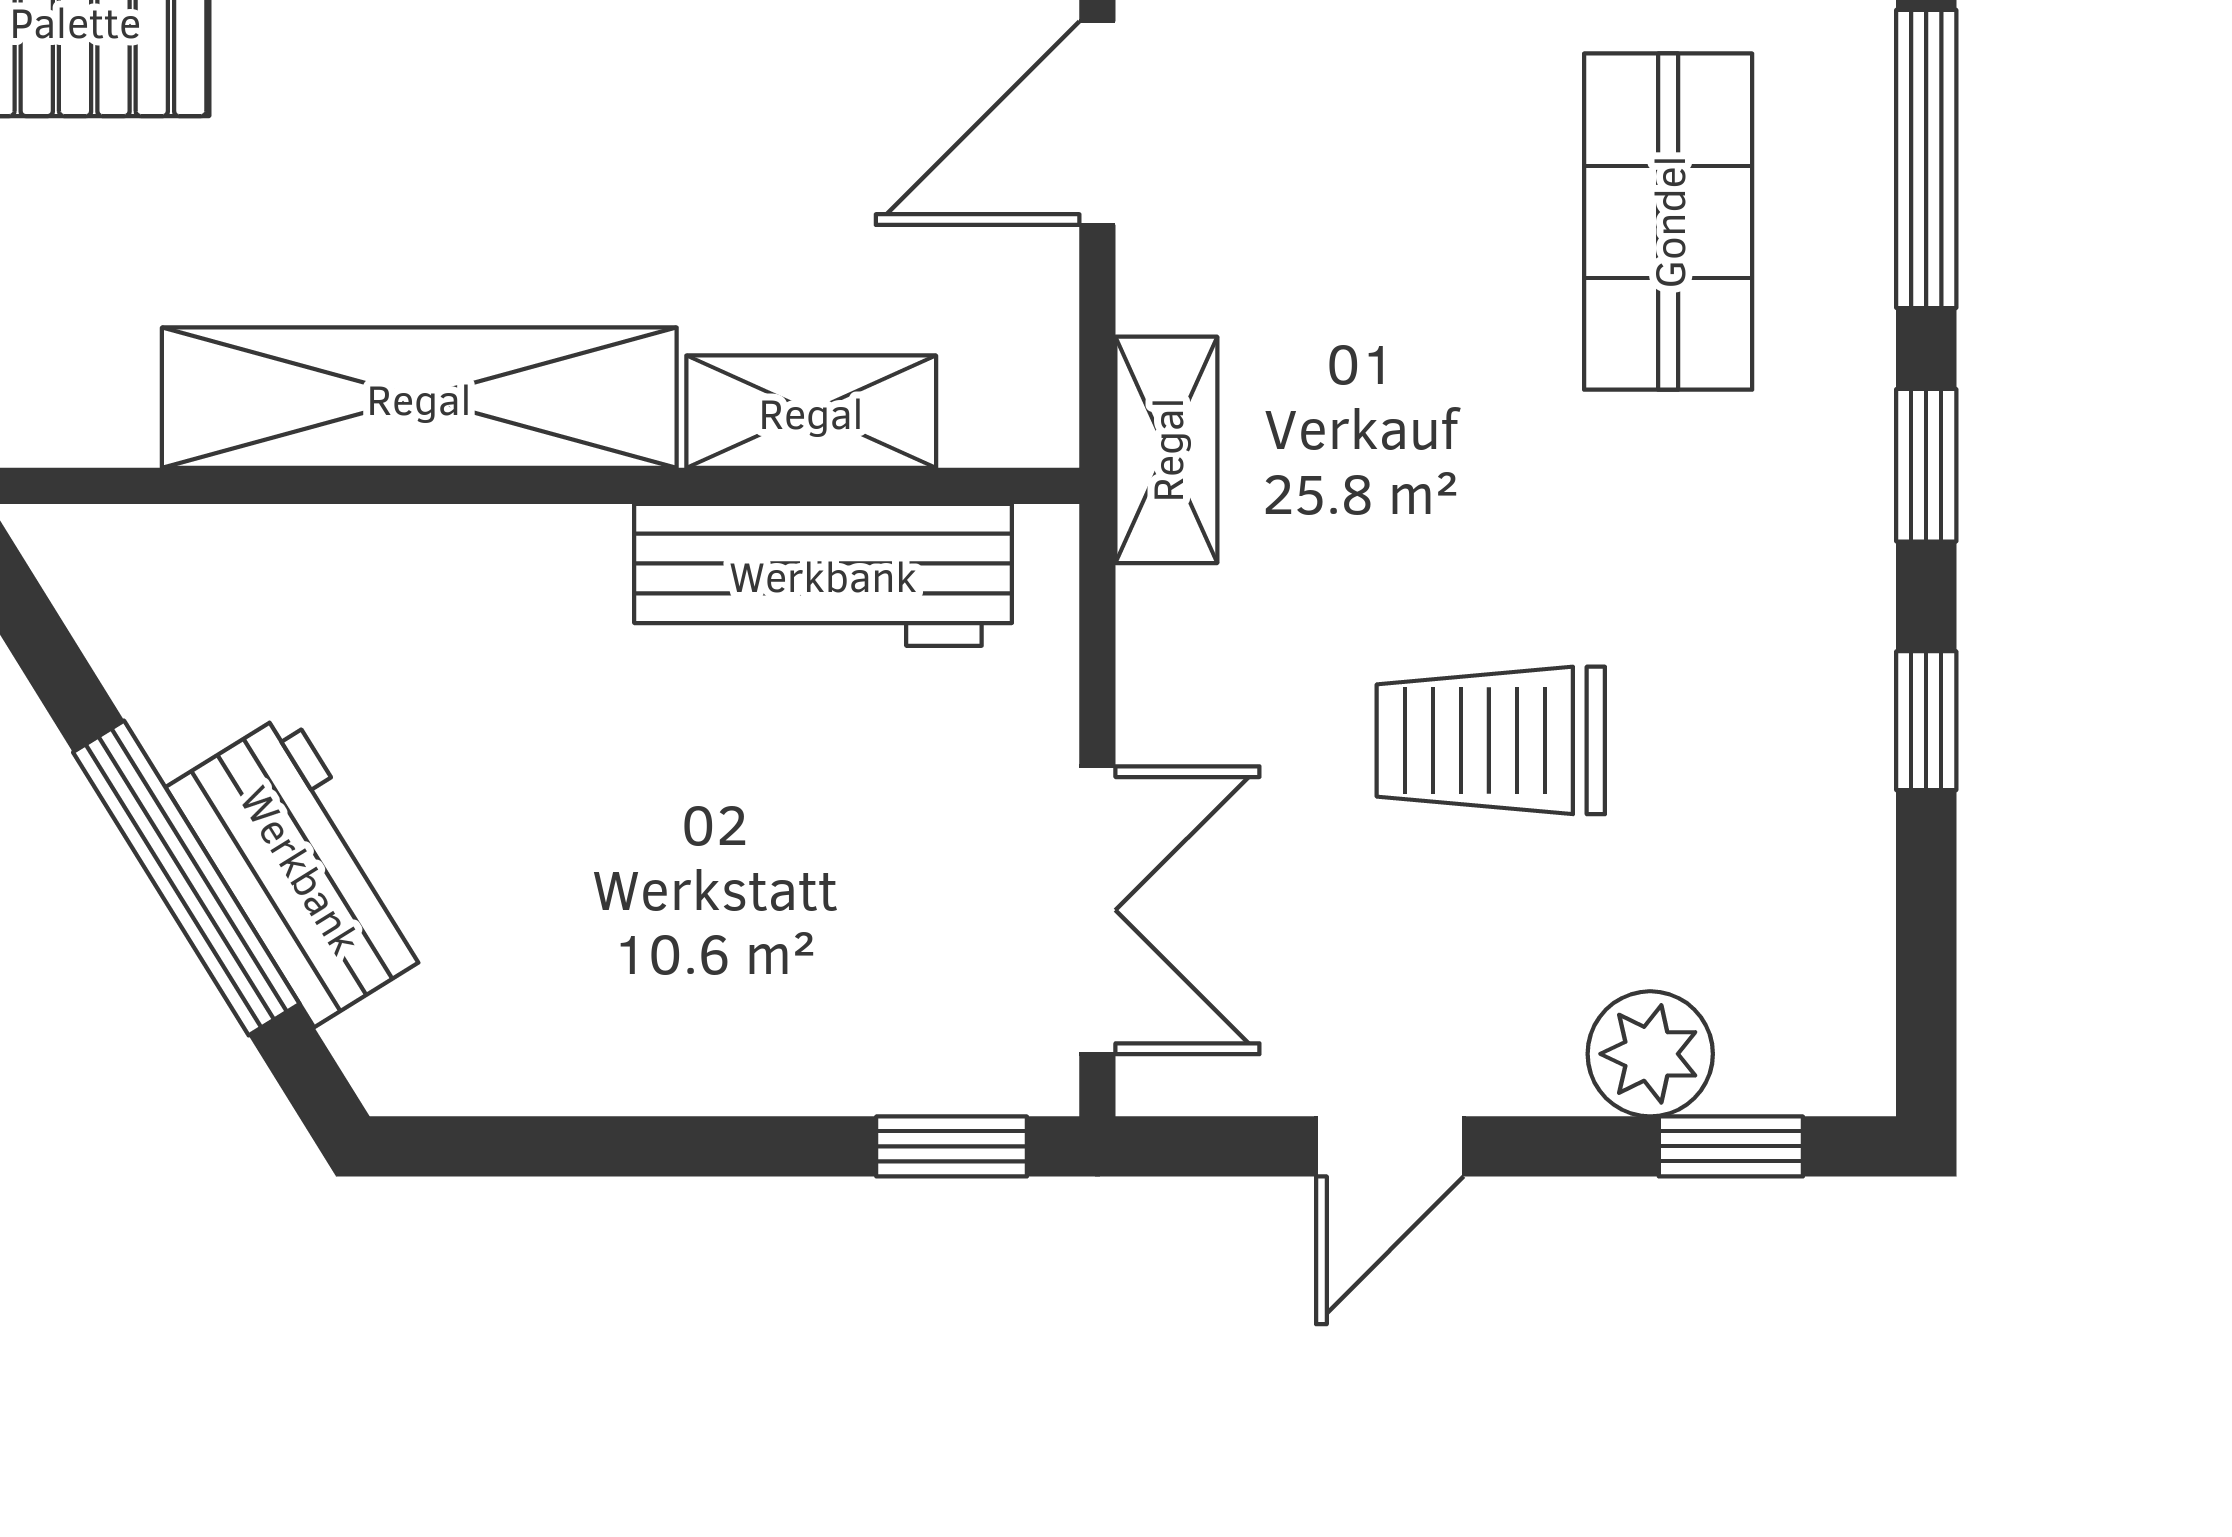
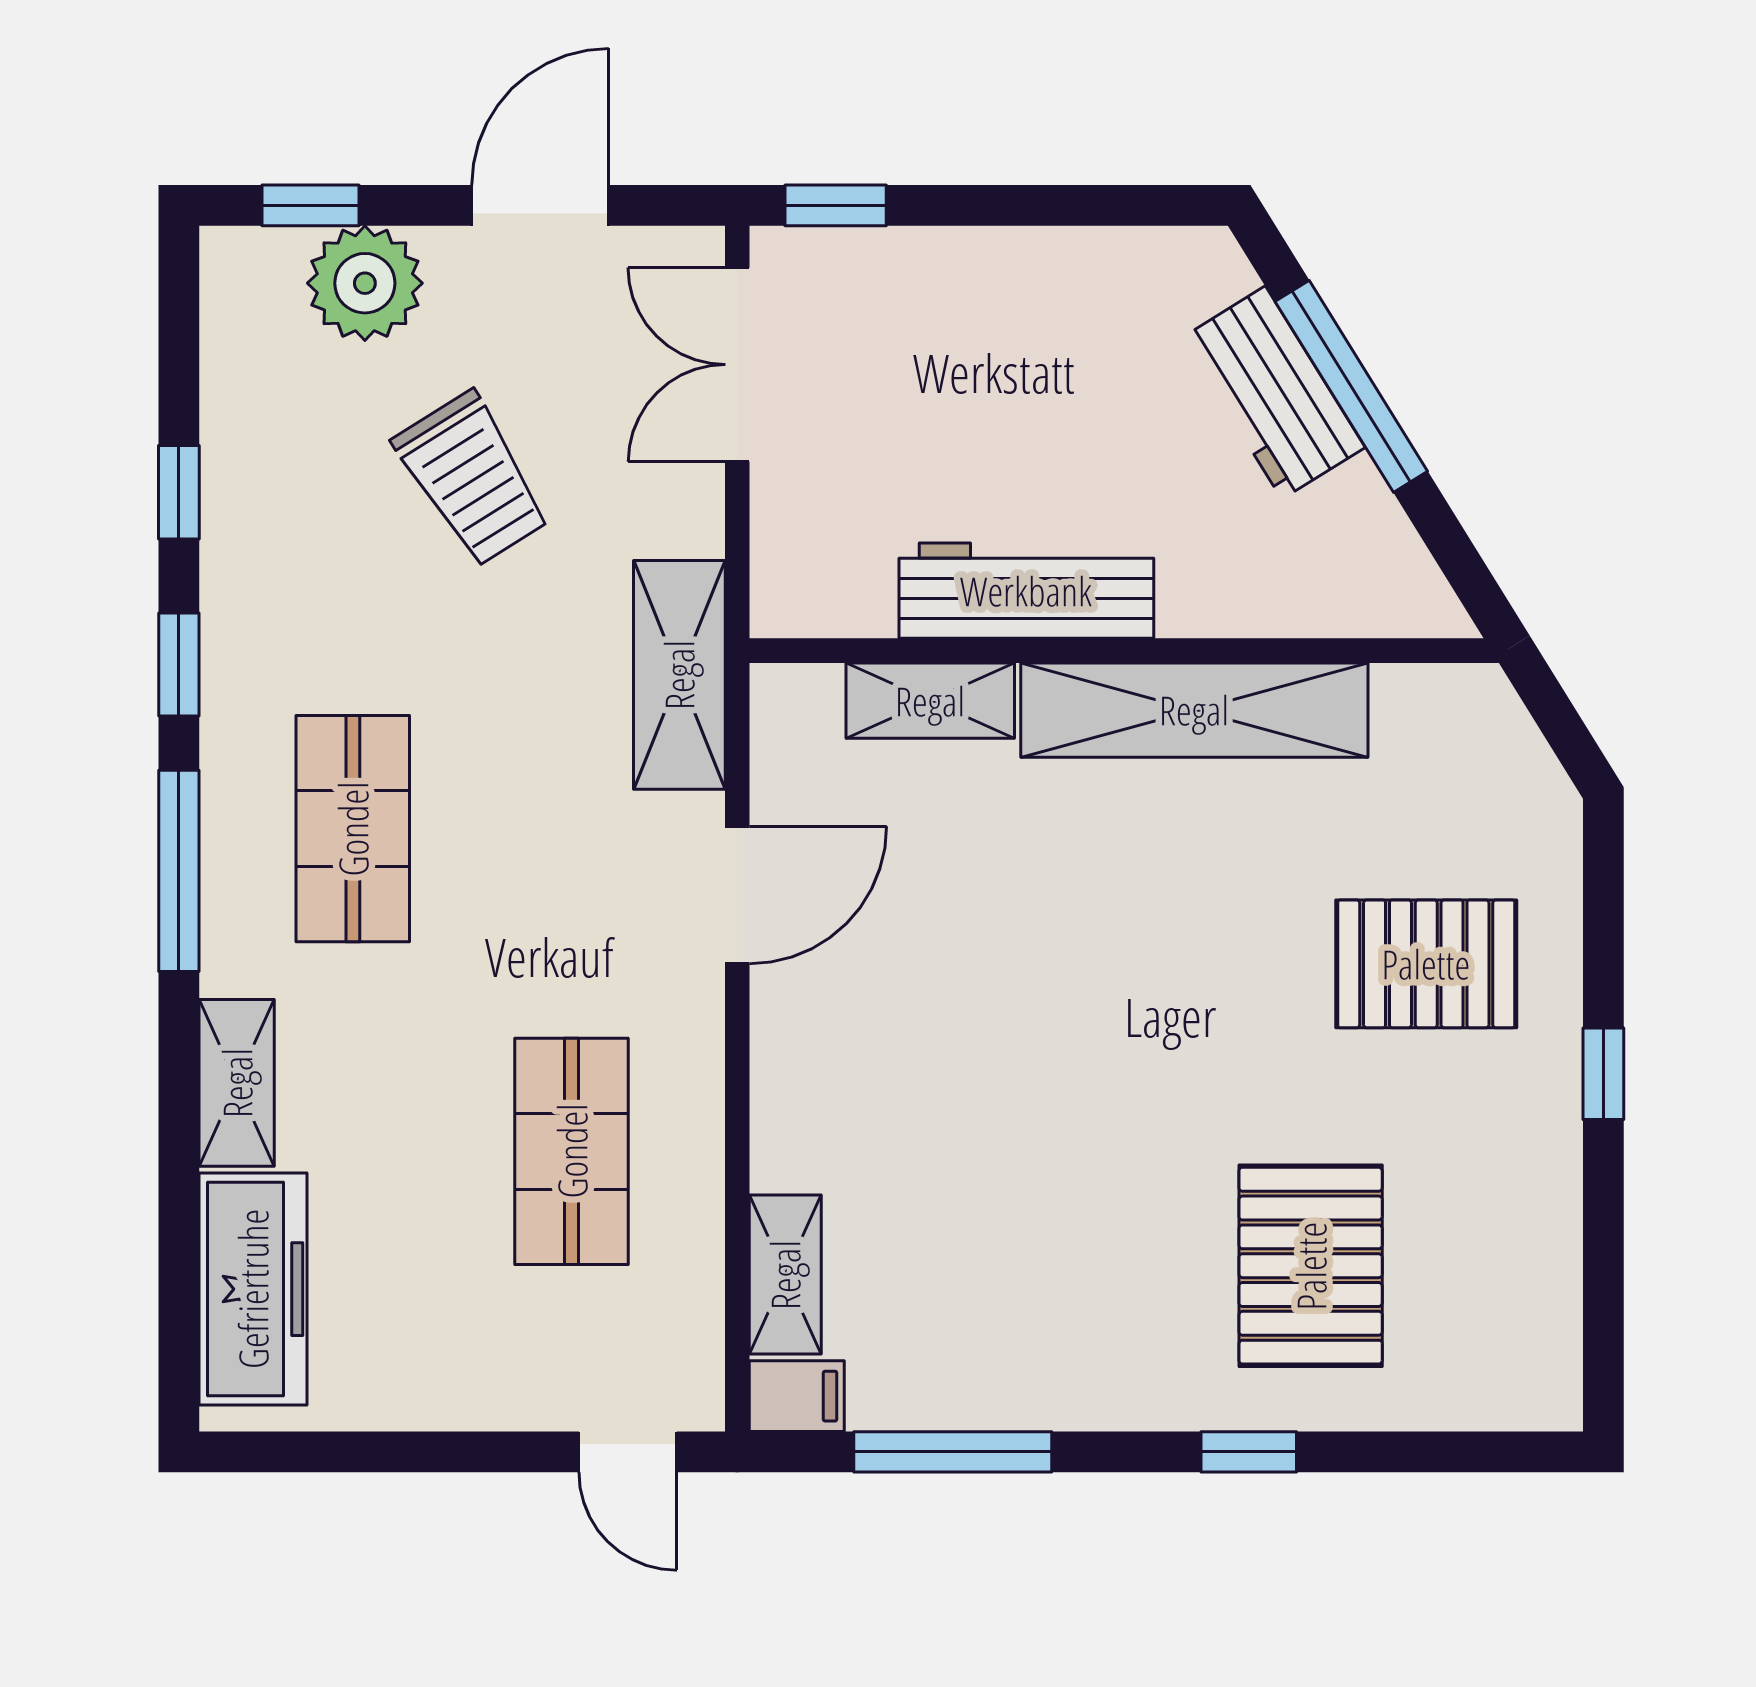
shelving: (1166, 450) -> (679, 675), width x1.50, depth x1.33
workbench: (823, 575) -> (1026, 591), moved
trolley: (1491, 740) -> (472, 479), turned 58
plant: (1650, 1054) -> (365, 283), width x1.36, depth x1.36
door: (1390, 1146) -> (540, 205), width x1.38

